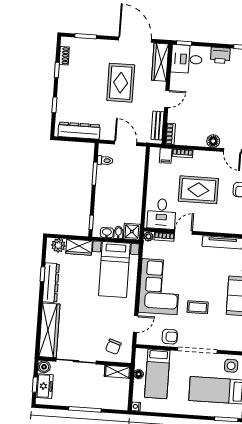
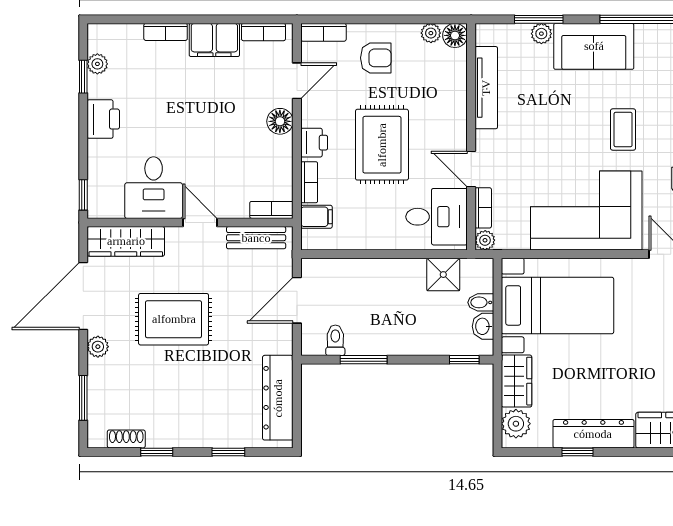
plant: (110, 45) -> (98, 347), added
desk: (187, 59) -> (154, 188), moved
printer: (202, 157) -> (314, 143), added
shower: (132, 232) -> (443, 275), moved

